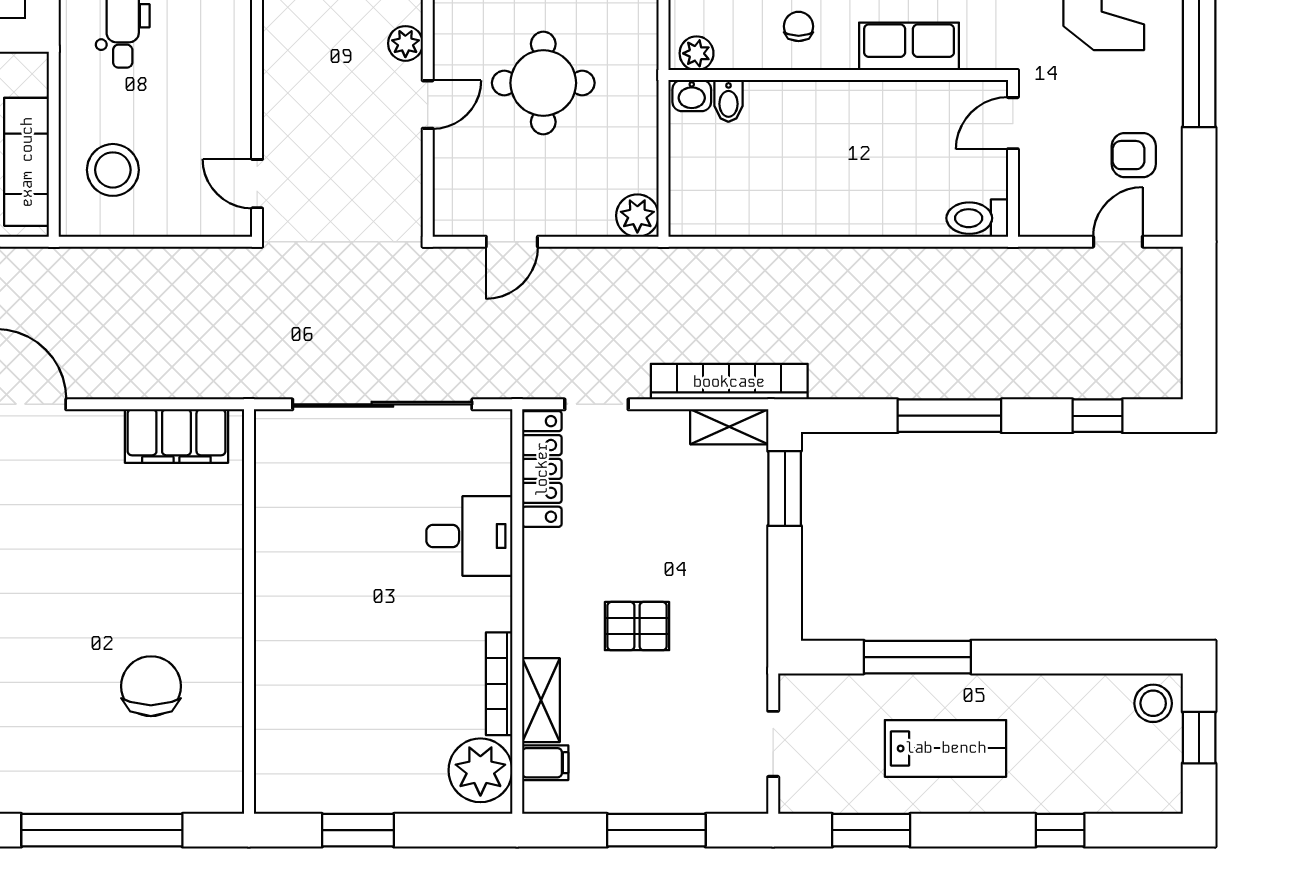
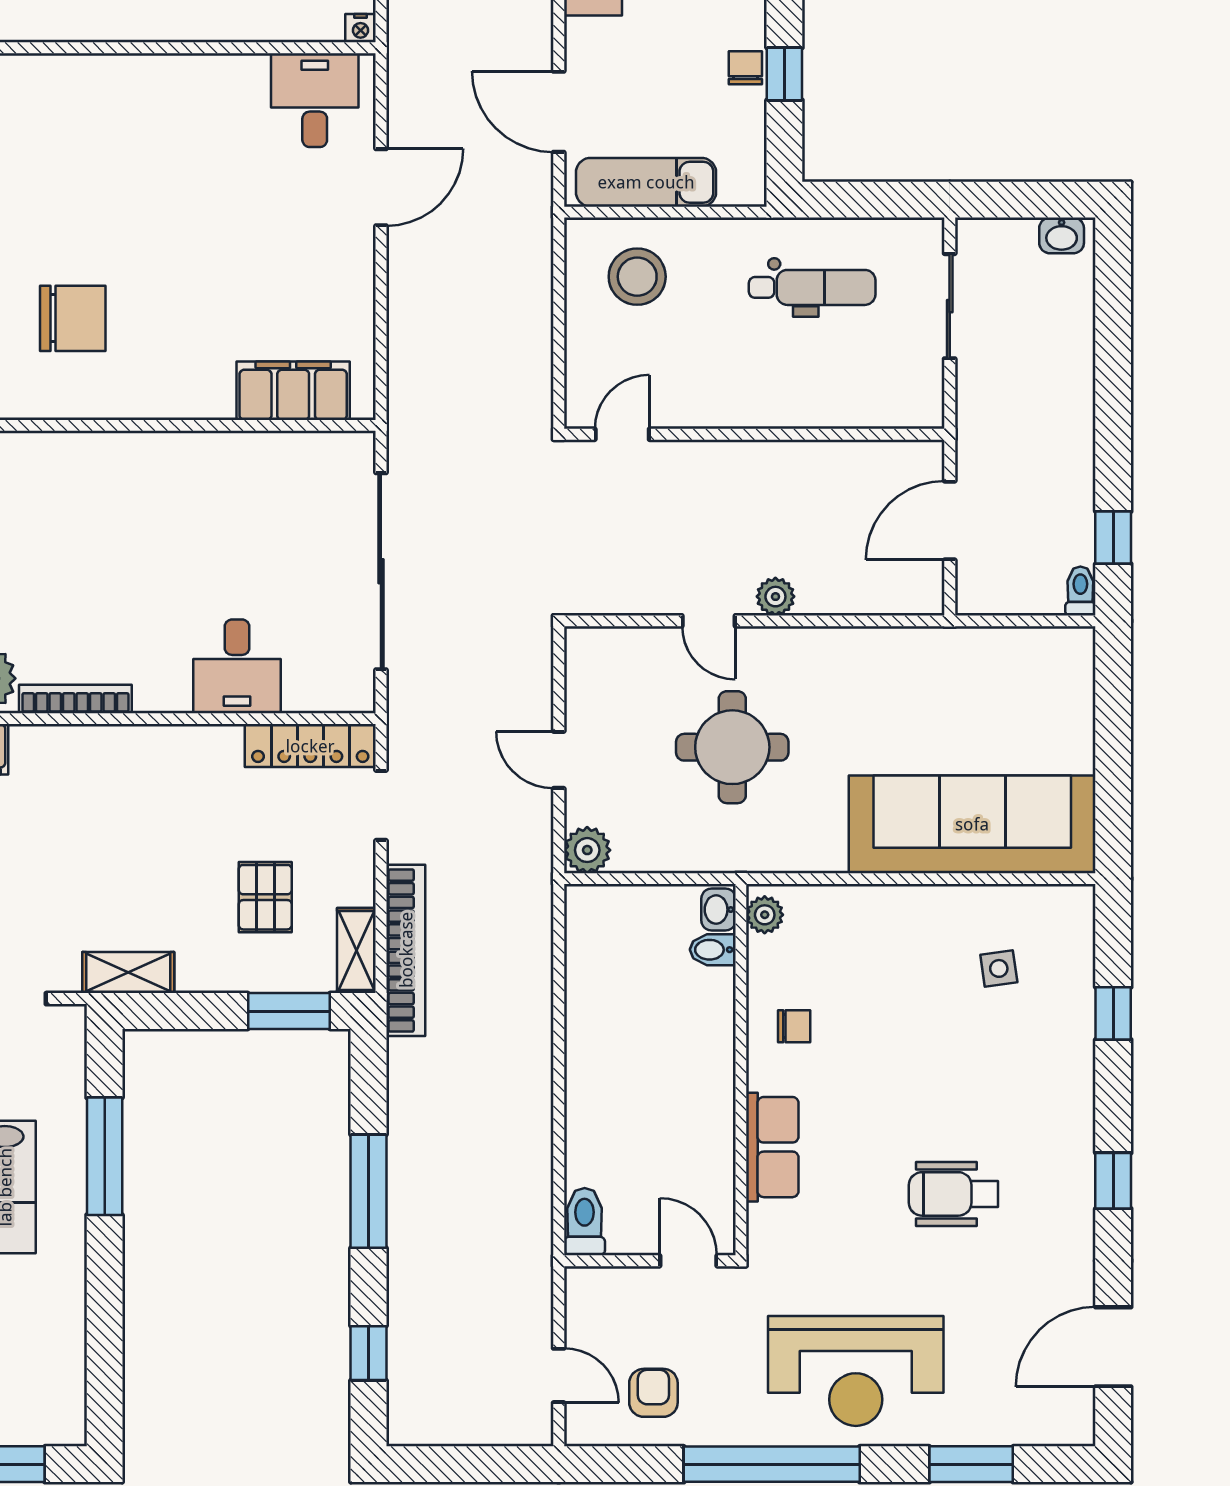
door: (512, 242) -> (559, 760), moved
filing cabinet: (176, 436) -> (293, 391), moved, turned 90
pallet: (637, 626) -> (265, 897), moved
shelving: (541, 700) -> (128, 973), moved
stool: (1153, 703) -> (54, 1414), removed

